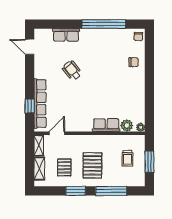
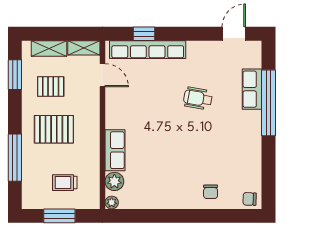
window: (104, 24) -> (268, 103), moved
wheelchair: (72, 71) -> (198, 98), turned -131
window: (76, 191) -> (15, 75), moved

